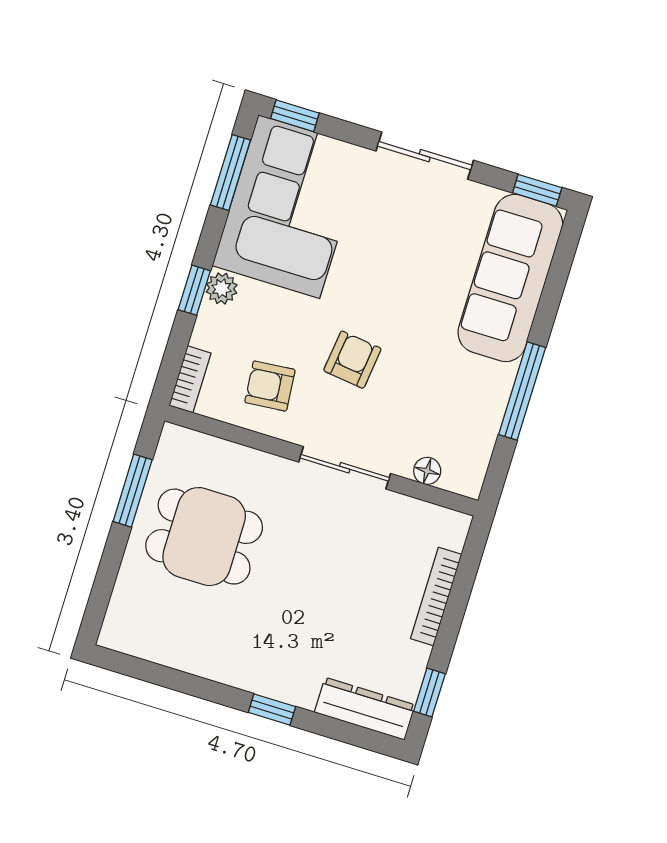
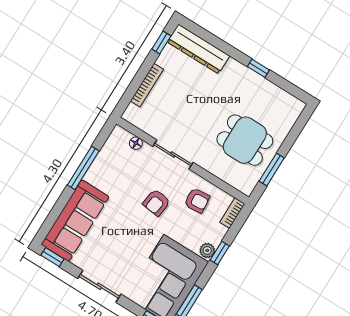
dresser: (365, 709) -> (198, 49), width x1.37, depth x1.24
window: (272, 710) -> (258, 68), moved

